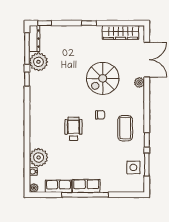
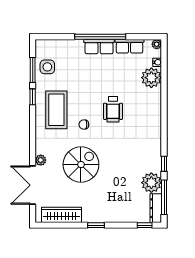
coffee table: (125, 128) -> (56, 110), width x1.36, depth x1.32

